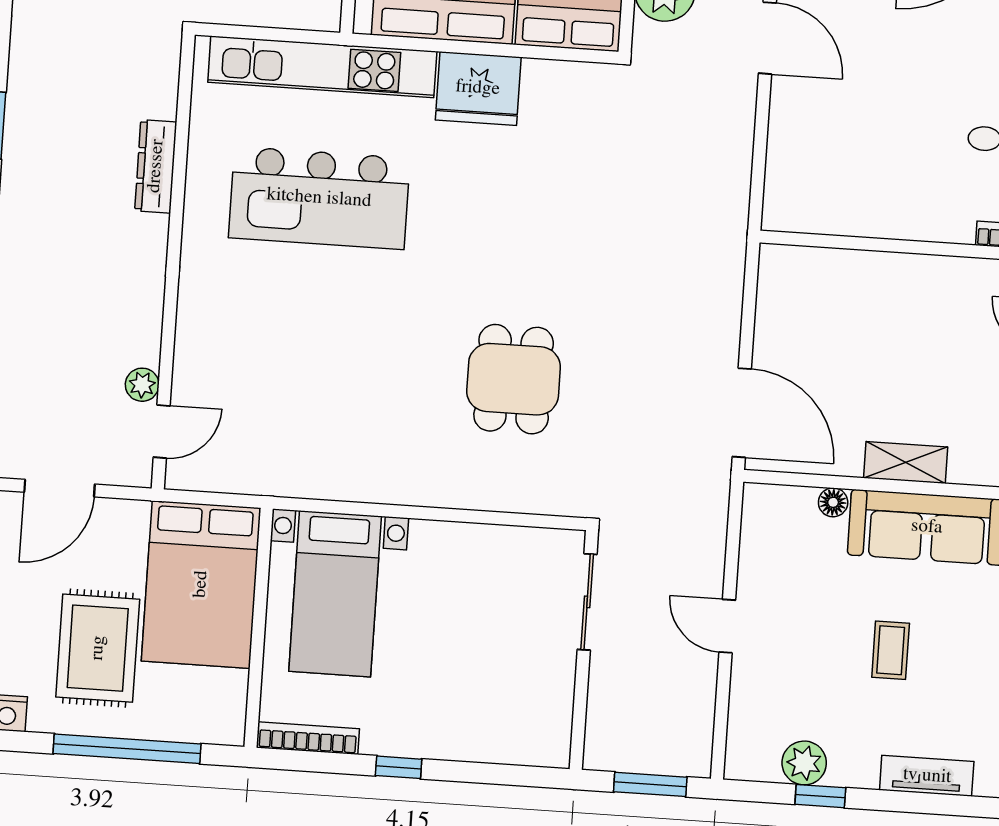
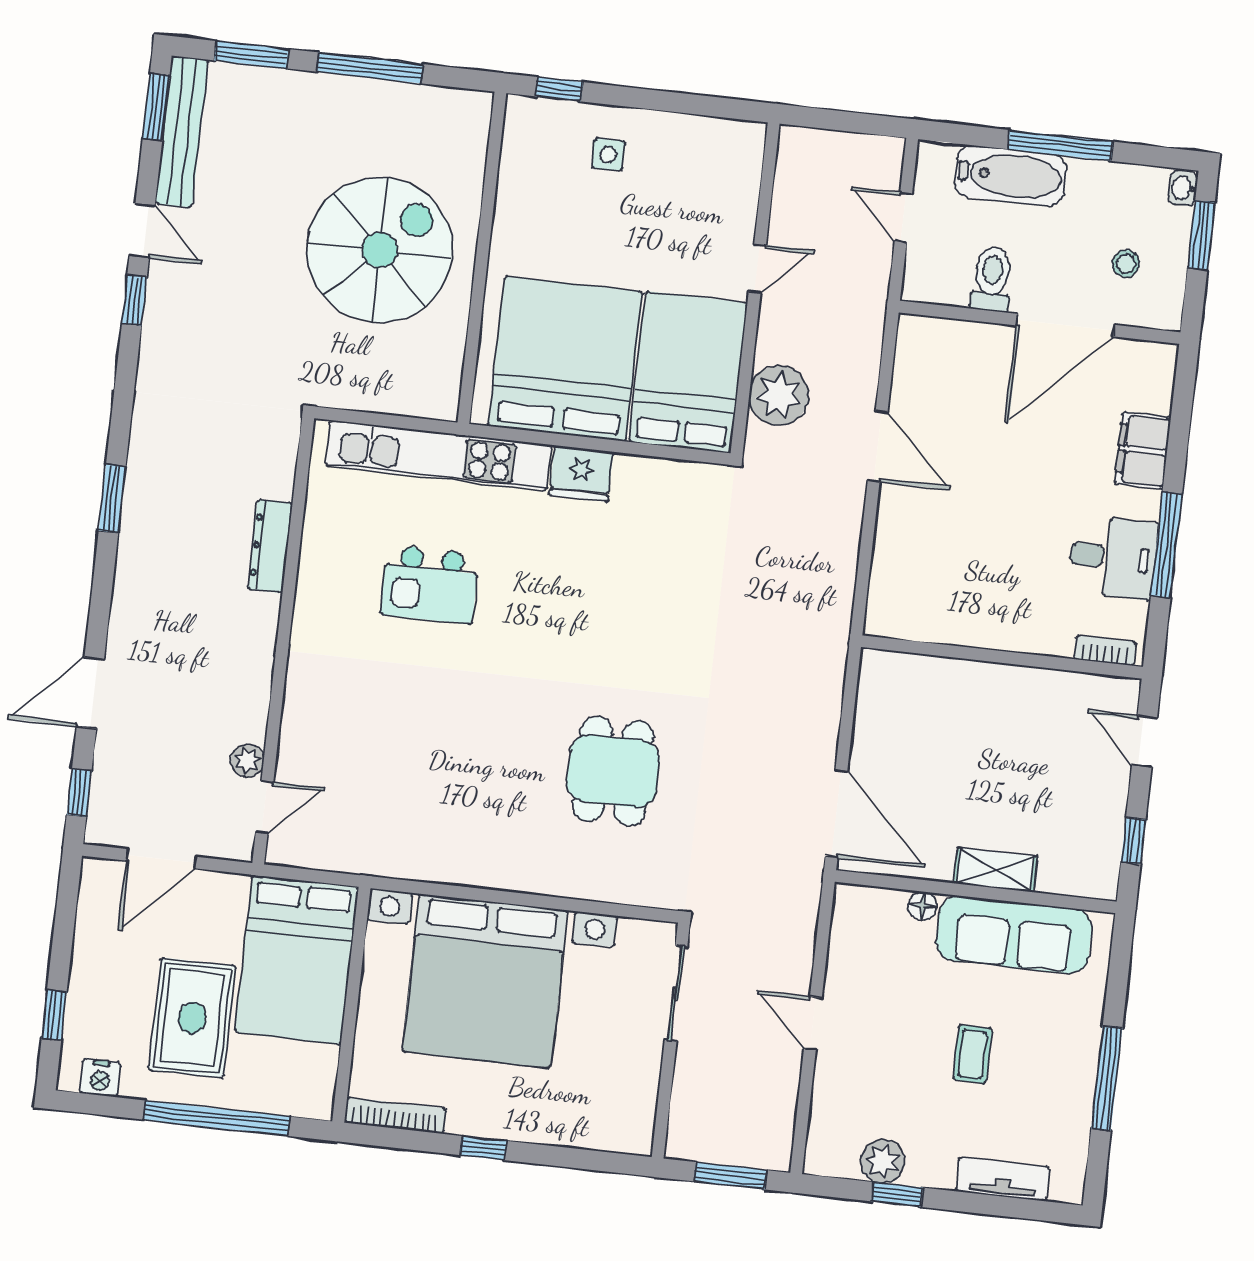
fridge: (478, 88) -> (581, 474), width x0.73, depth x0.75
kitchen island: (319, 198) -> (430, 584), width x0.54, depth x0.78
bed with nightstands: (335, 594) -> (485, 981), width x1.85

